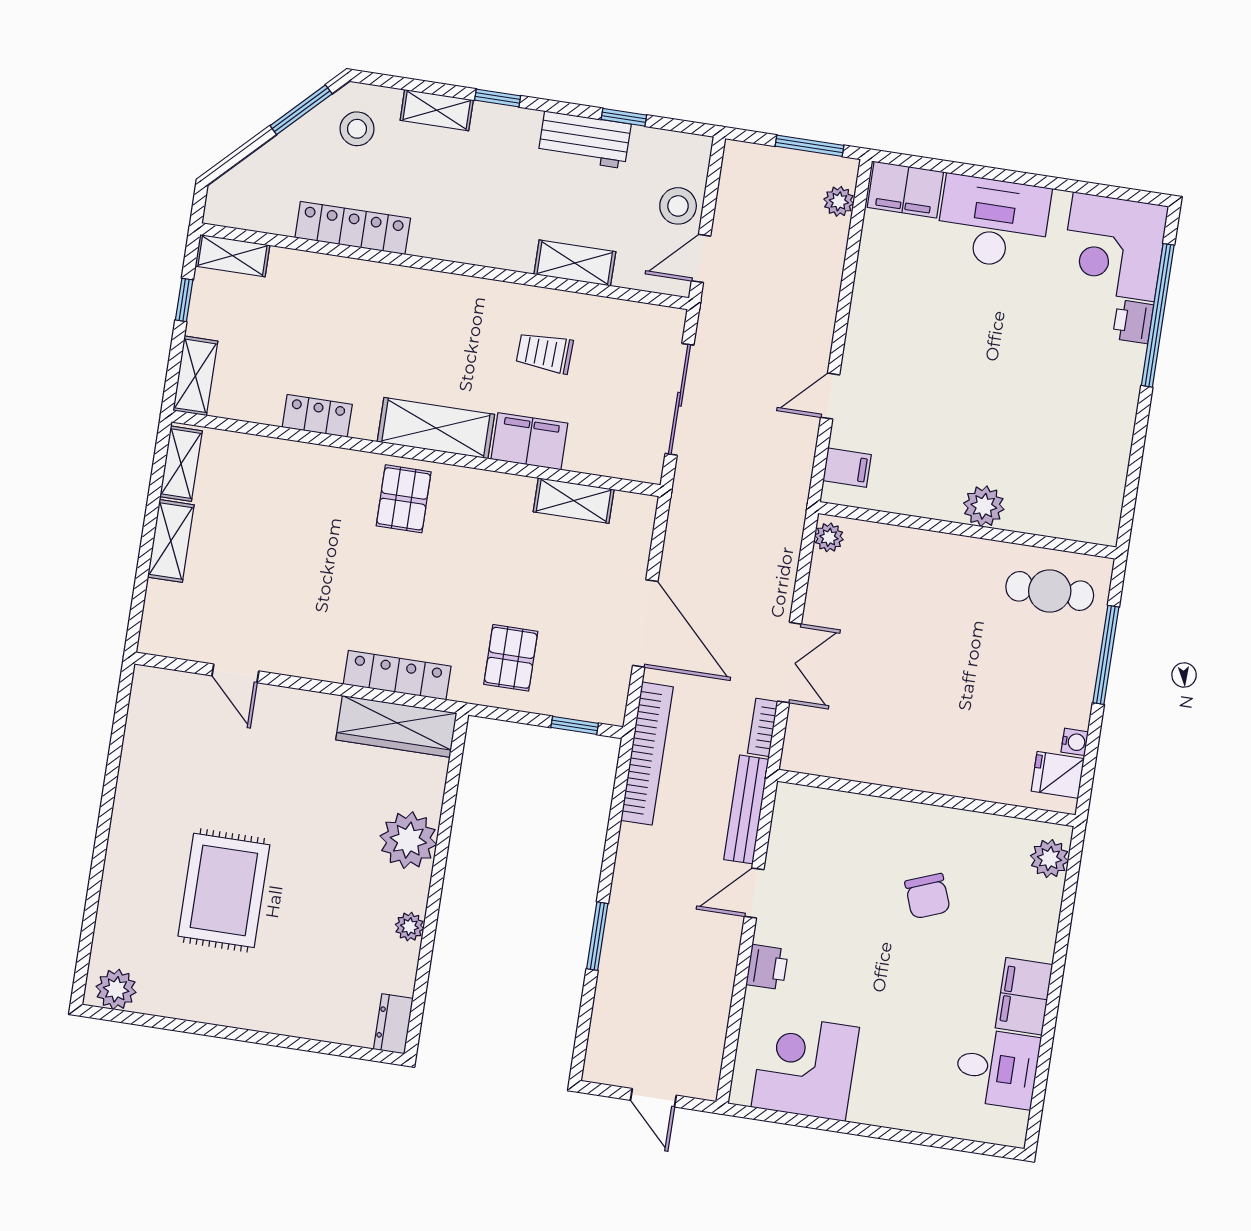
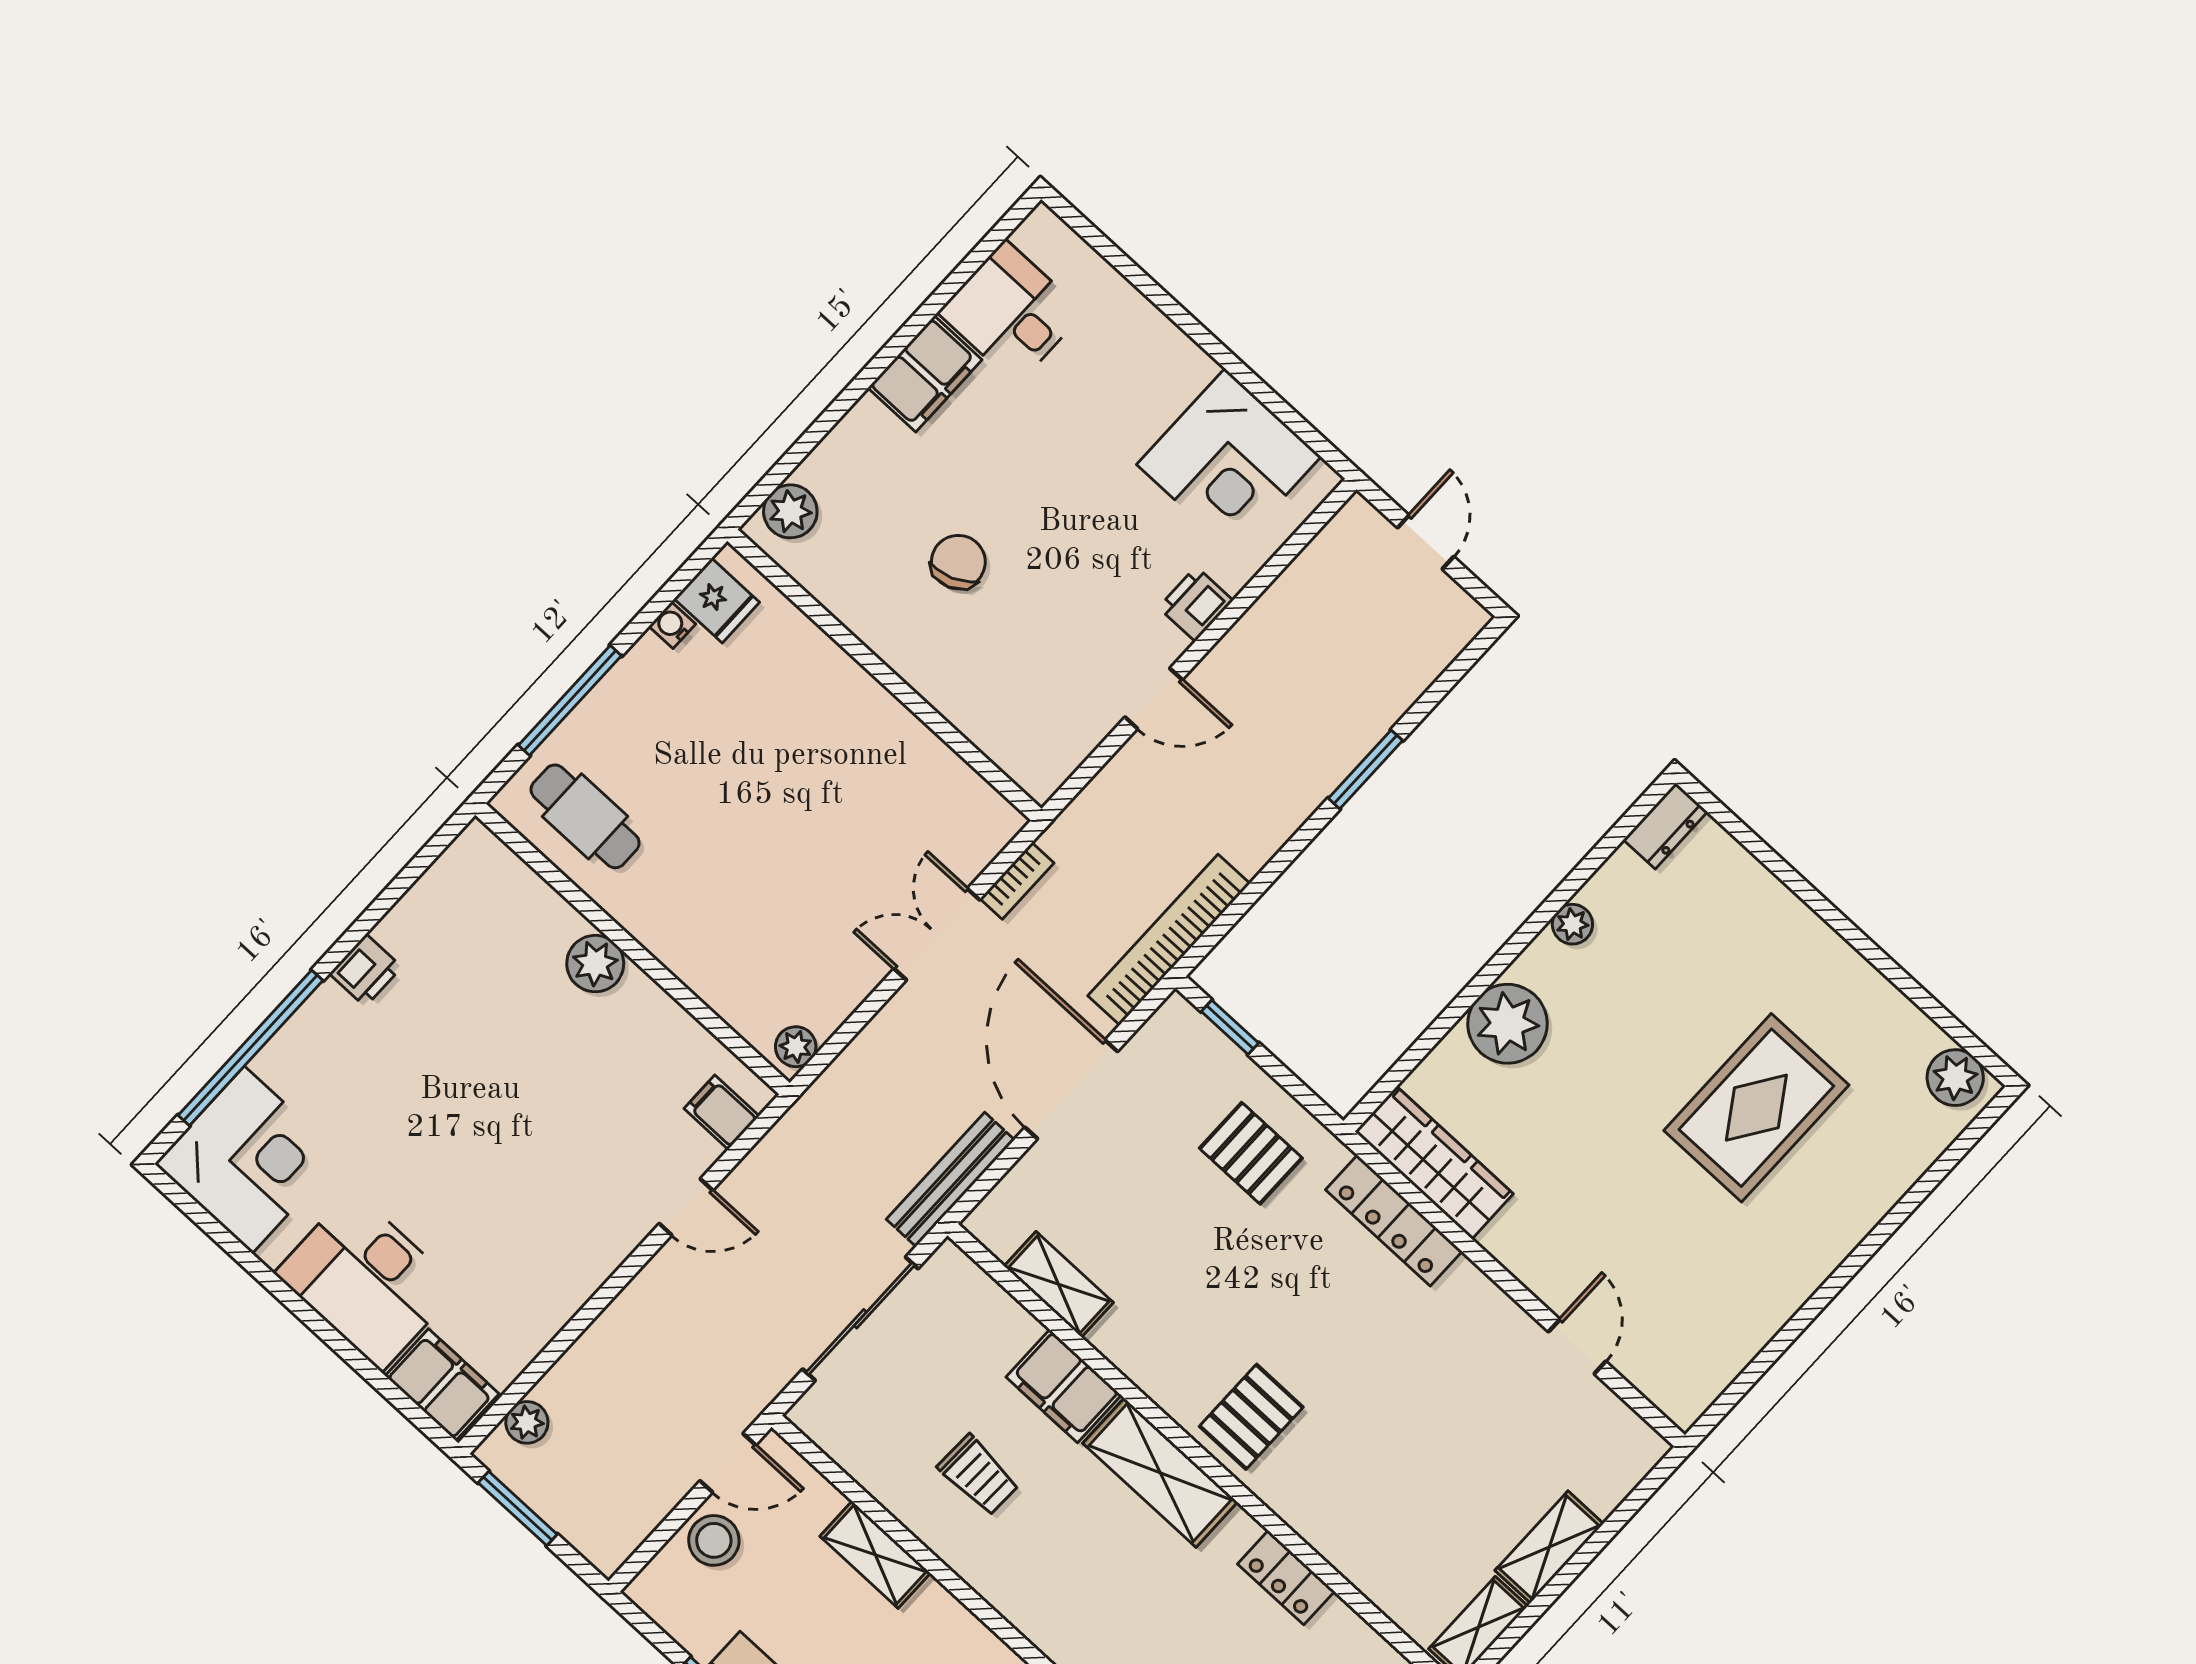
printer: (1133, 322) -> (366, 970), moved
pallet: (511, 658) -> (1251, 1153), turned 90
bench: (746, 809) -> (950, 1179), moved

